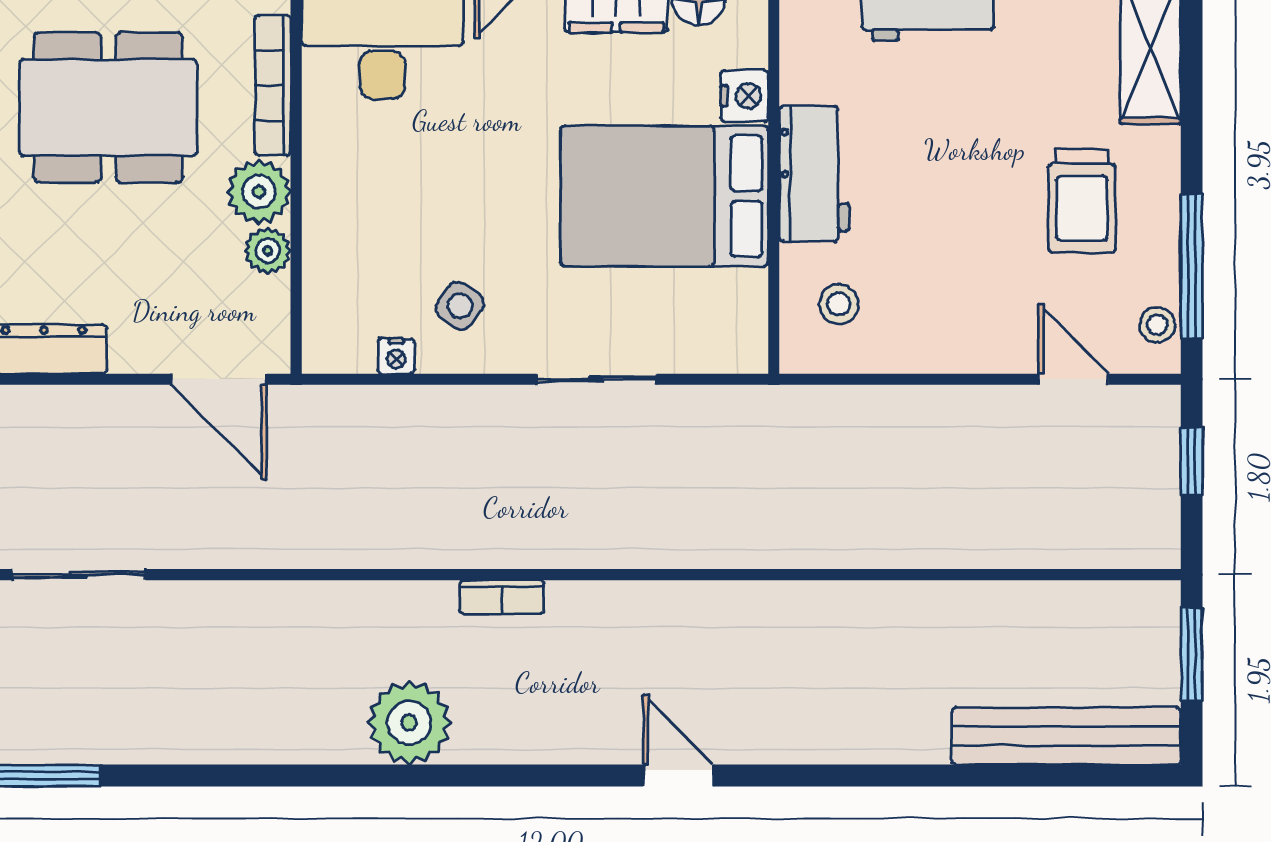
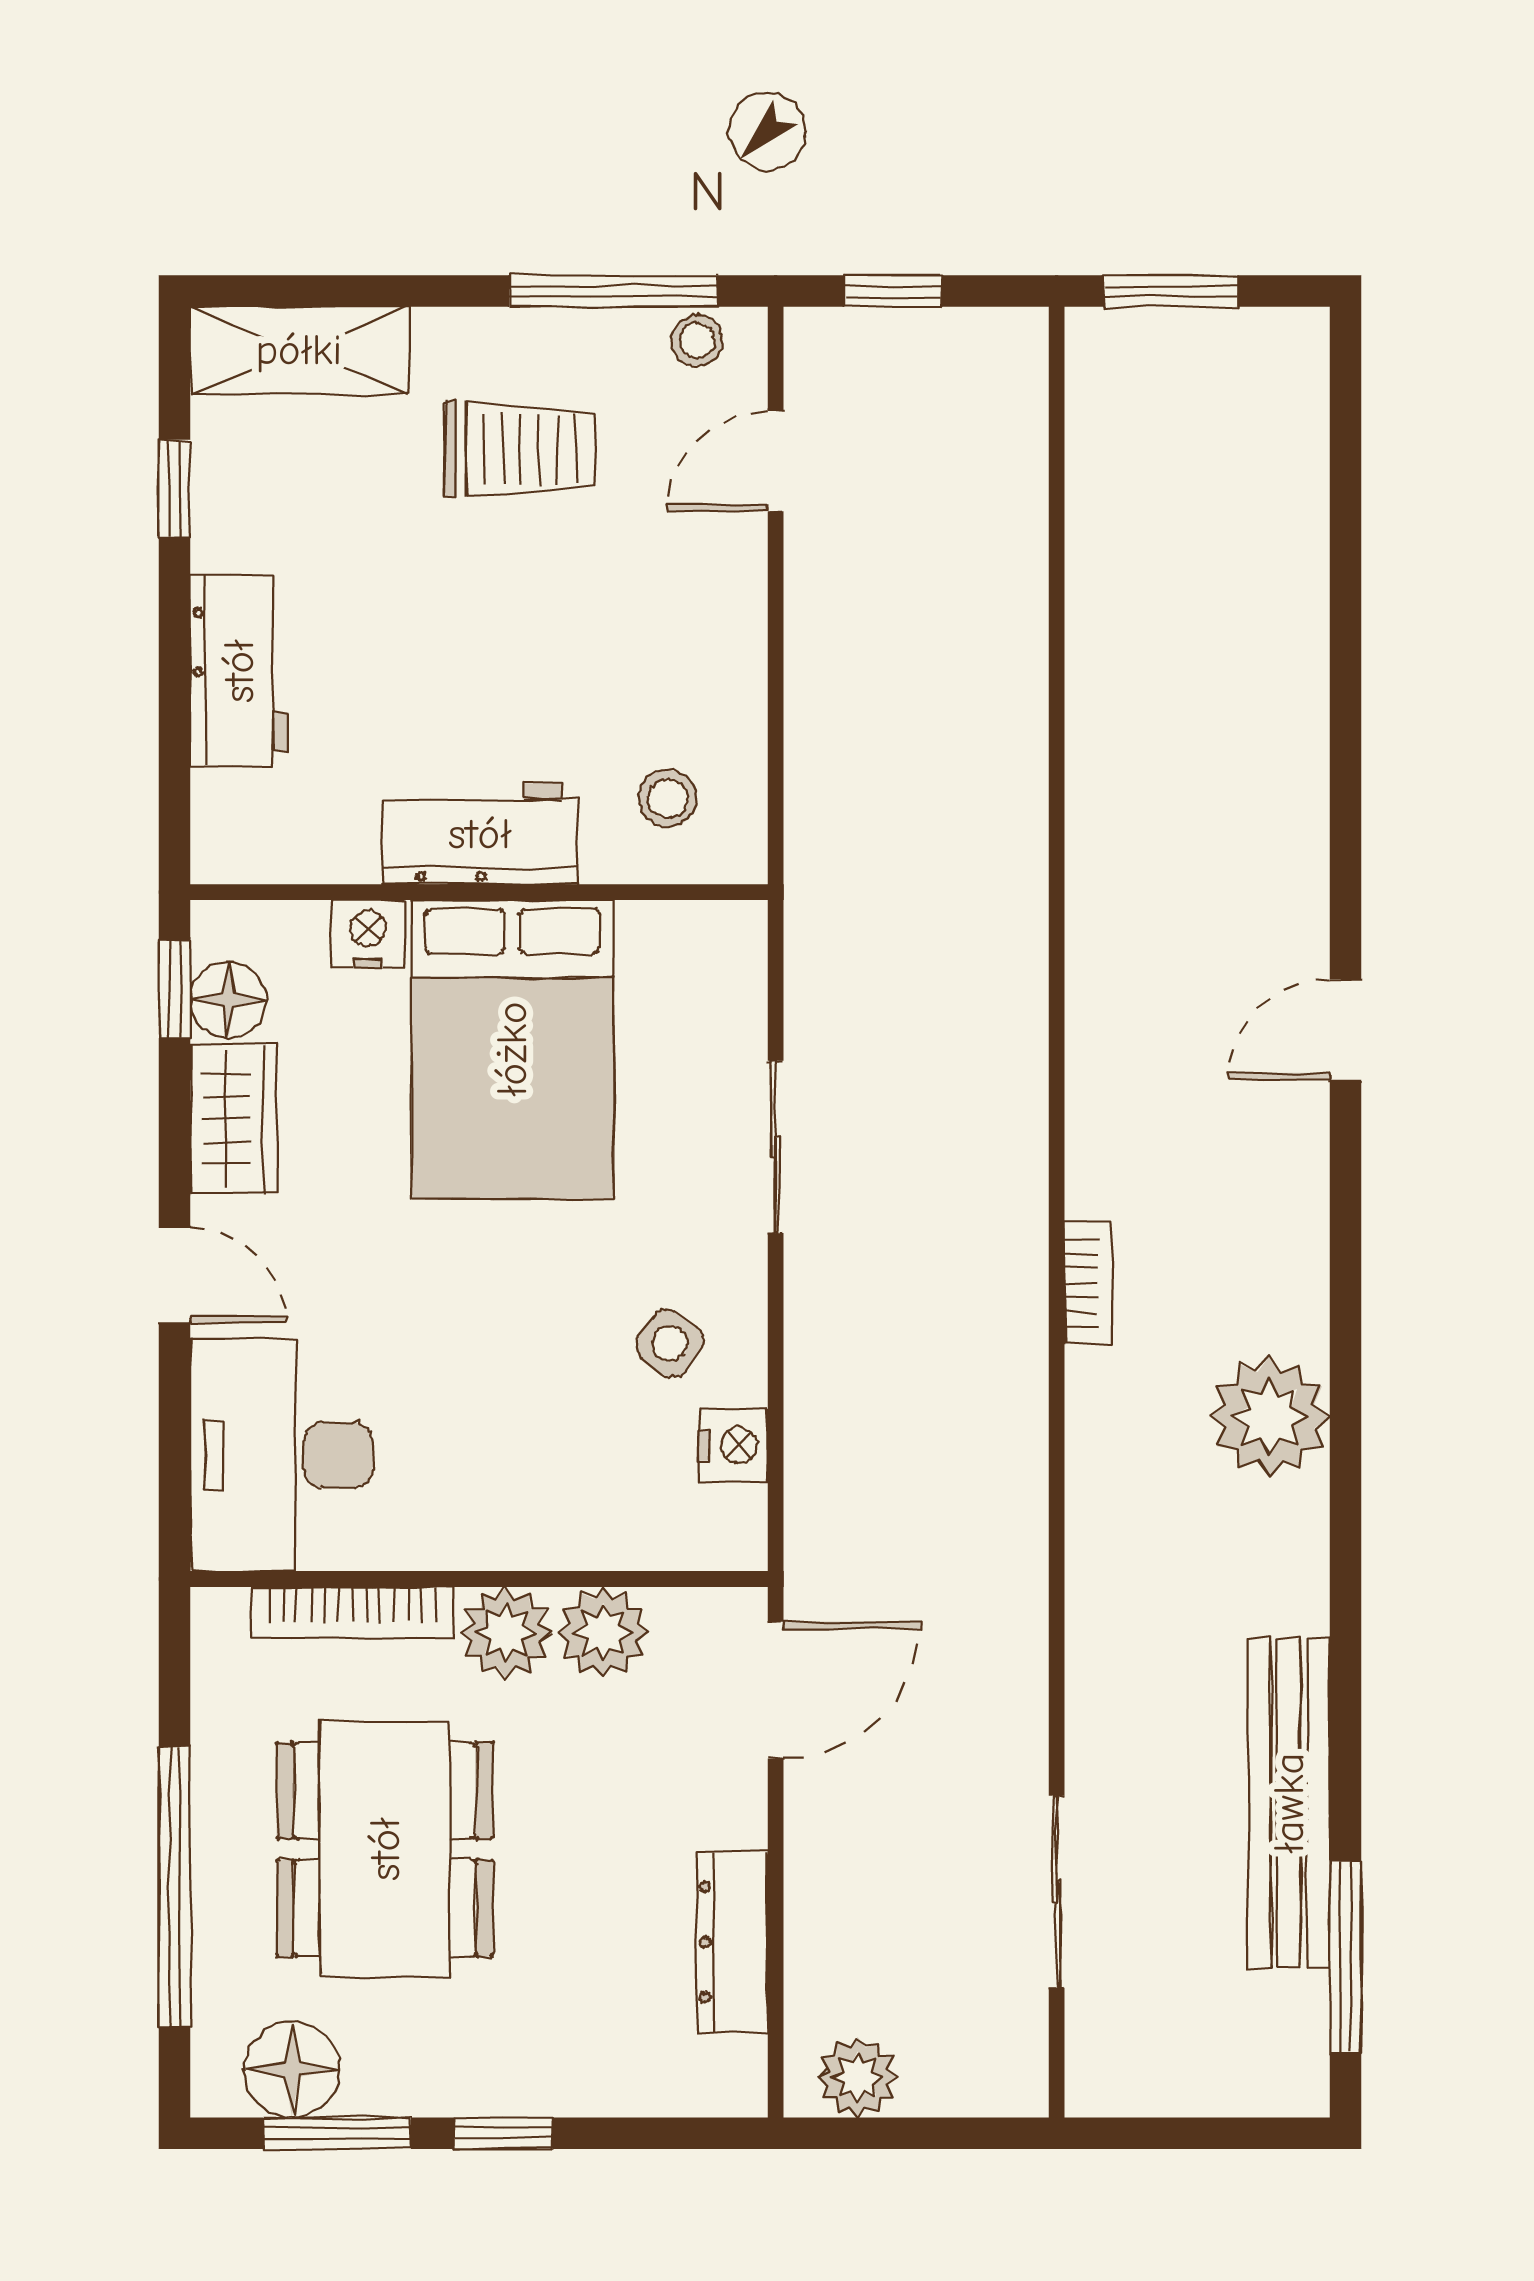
plant: (268, 251) -> (603, 1632), width x1.38, depth x1.38
nightstand: (396, 356) -> (734, 1446), width x1.39, depth x1.35
bench: (1066, 736) -> (1289, 1803), moved

